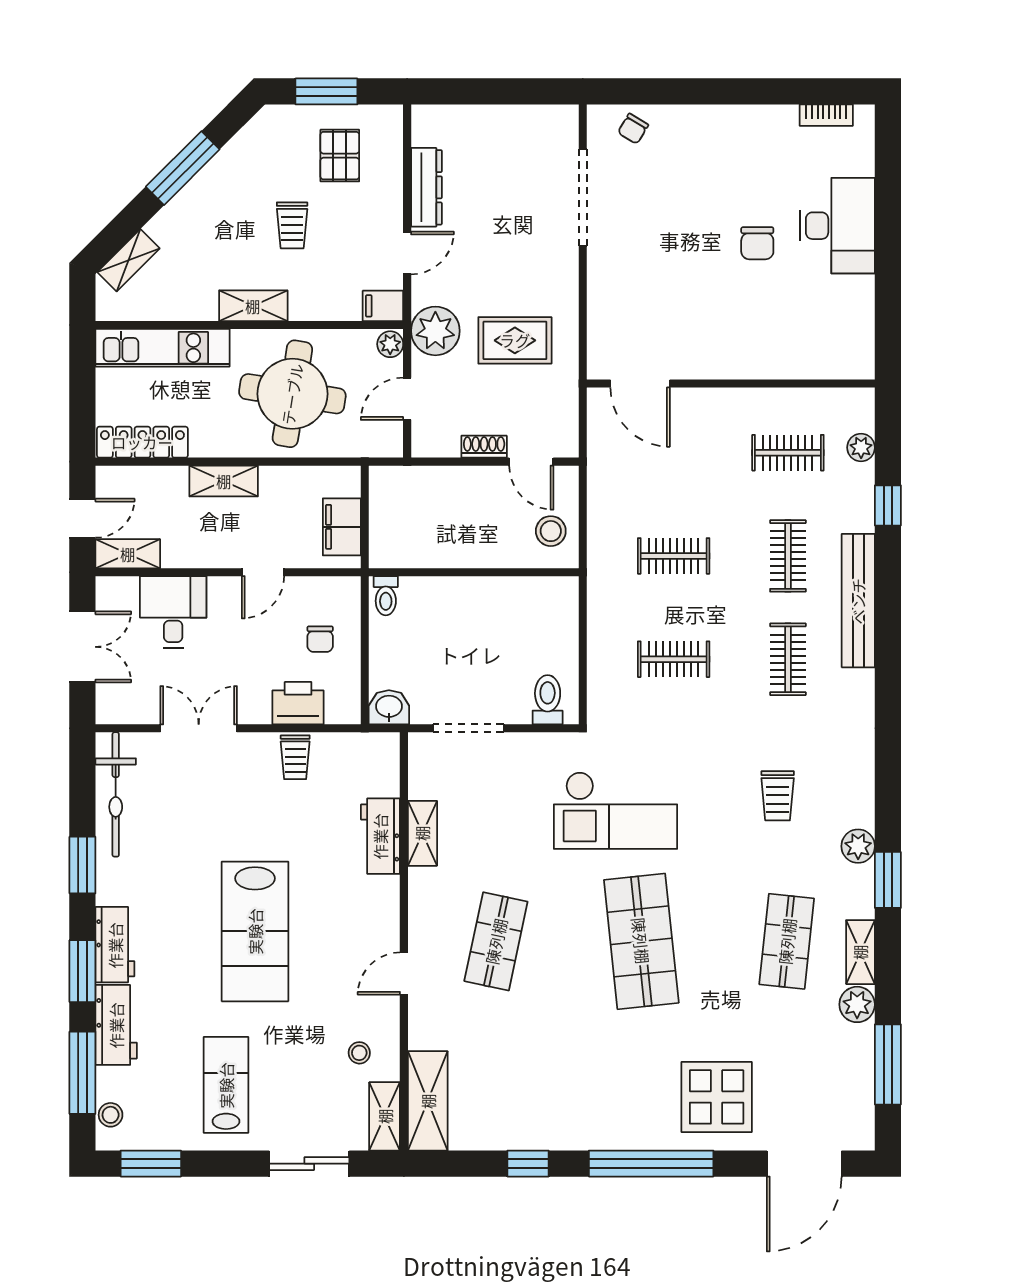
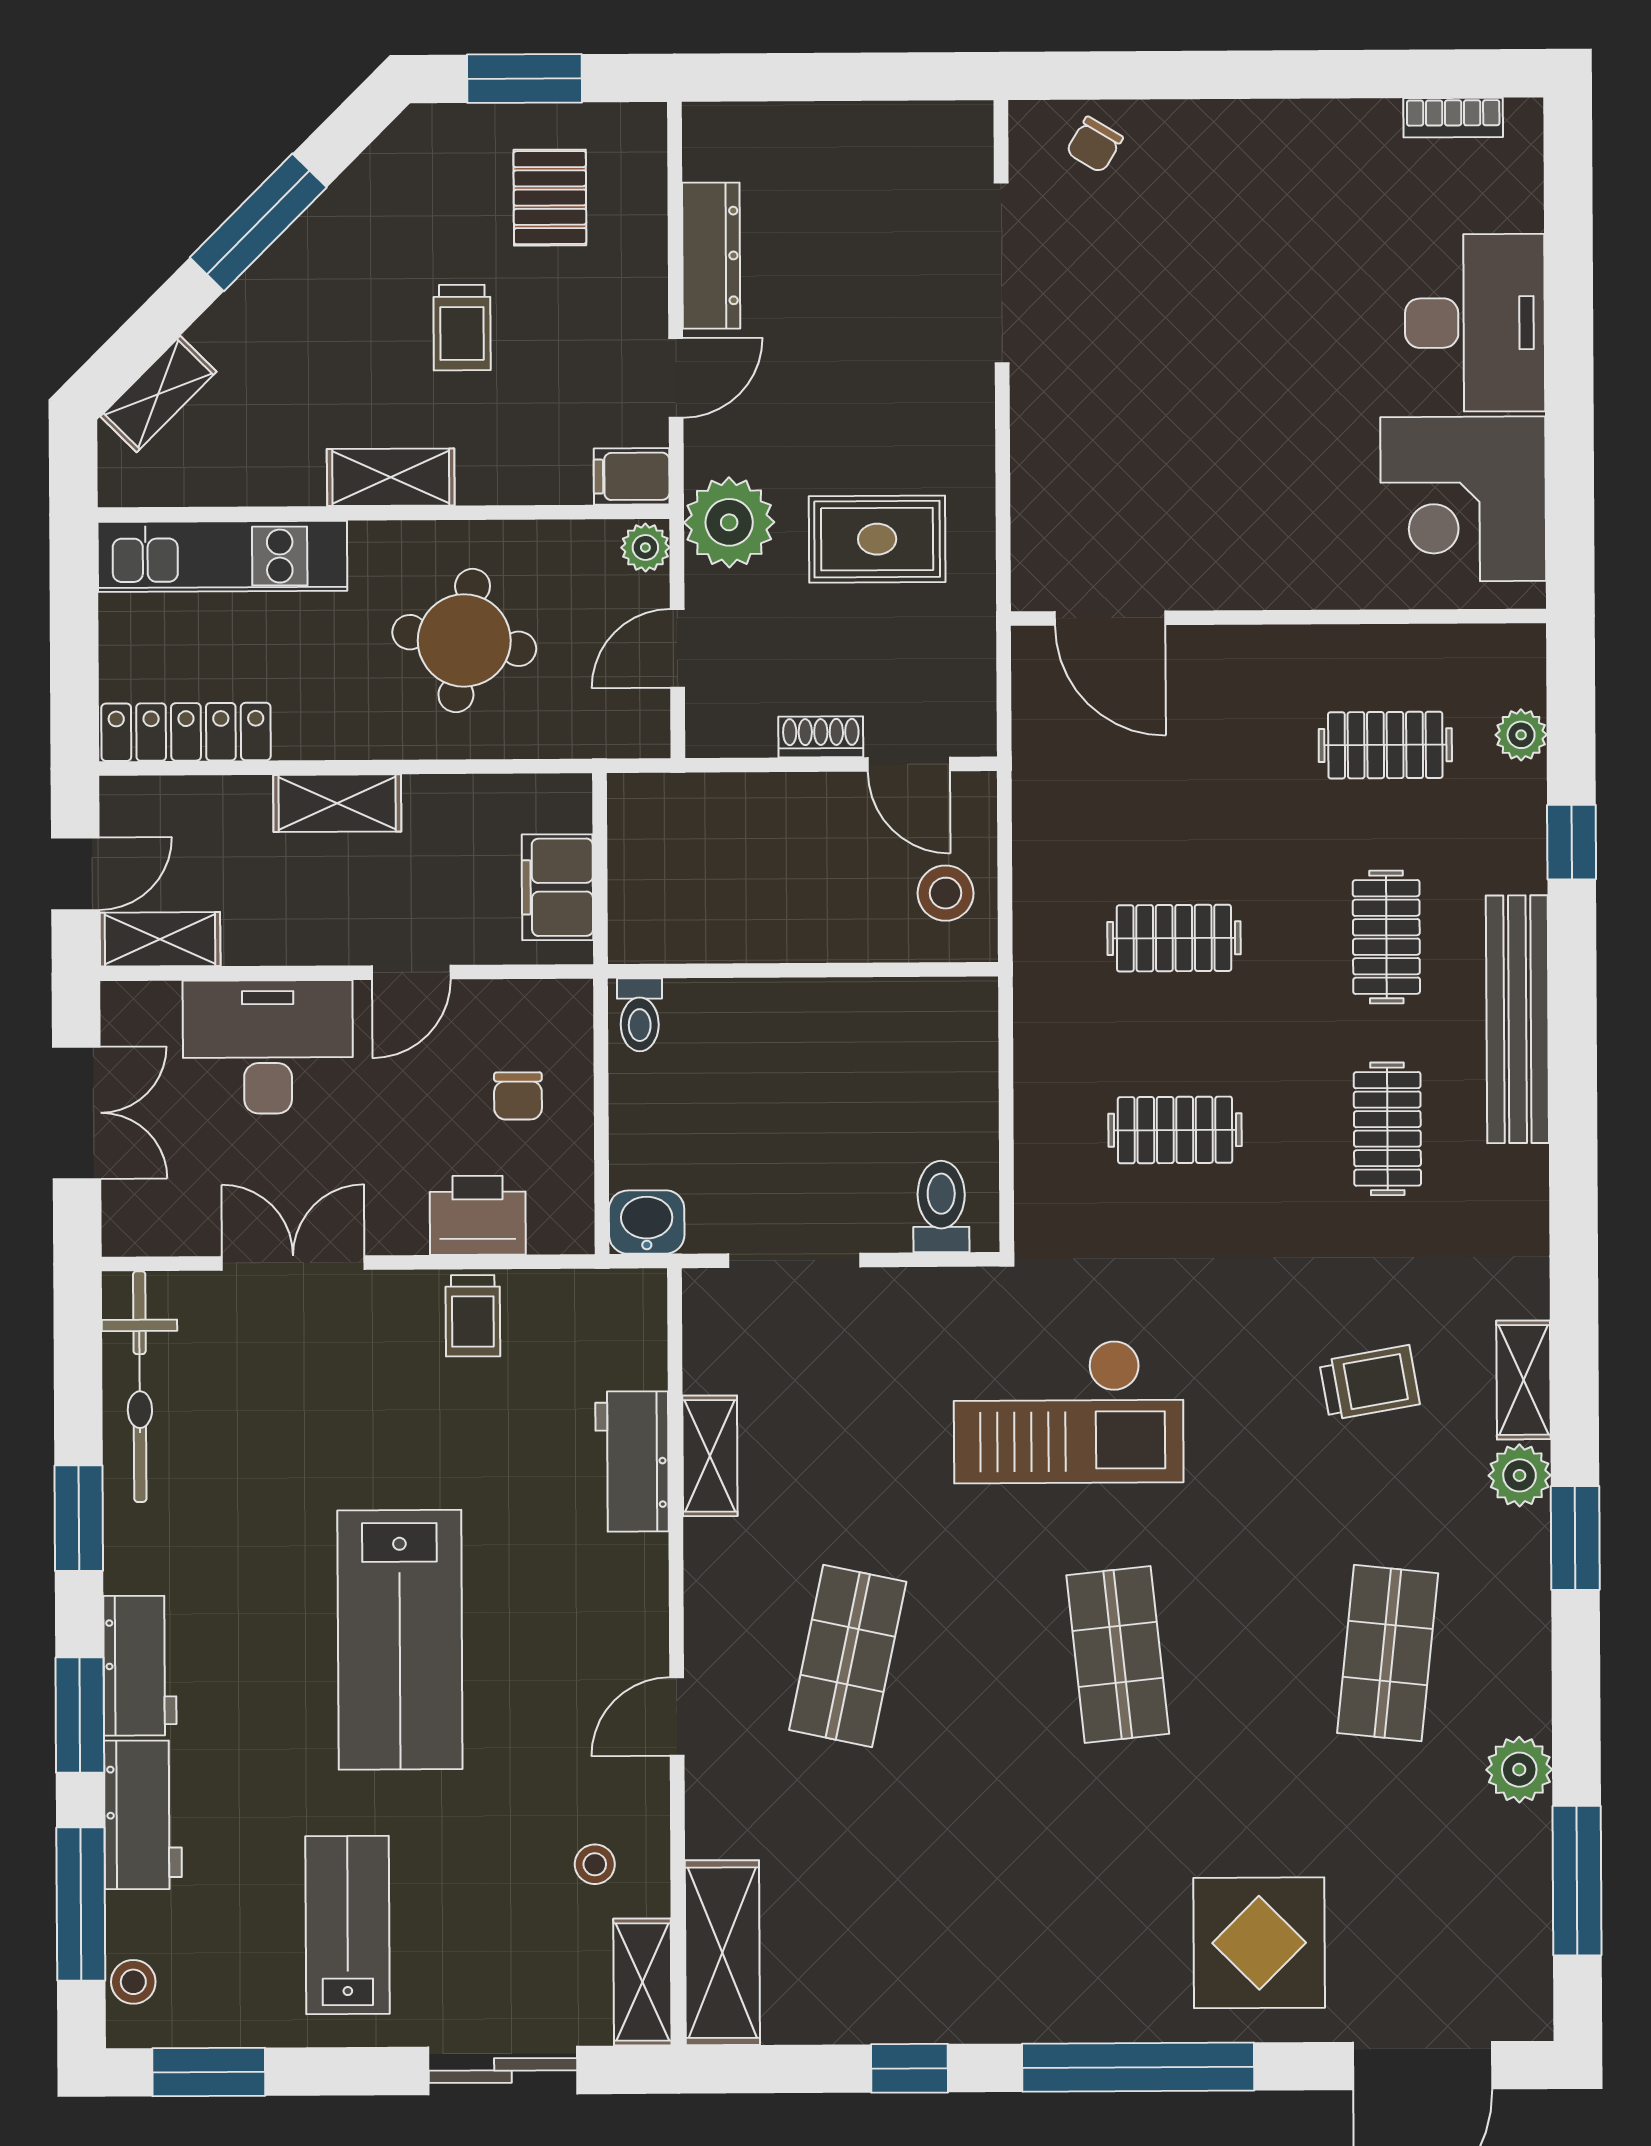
chair: (757, 243) -> (1326, 356), removed
corner desk: (831, 320) -> (1463, 499), added
round table: (292, 394) -> (464, 640), width x0.73, depth x0.73
desk: (173, 612) -> (268, 1047), width x1.37
trolley: (778, 796) -> (1369, 1383), turned -100
shop shelf: (641, 941) -> (1118, 1655), width x0.70, depth x0.74
shelving: (860, 952) -> (1523, 1380), moved

